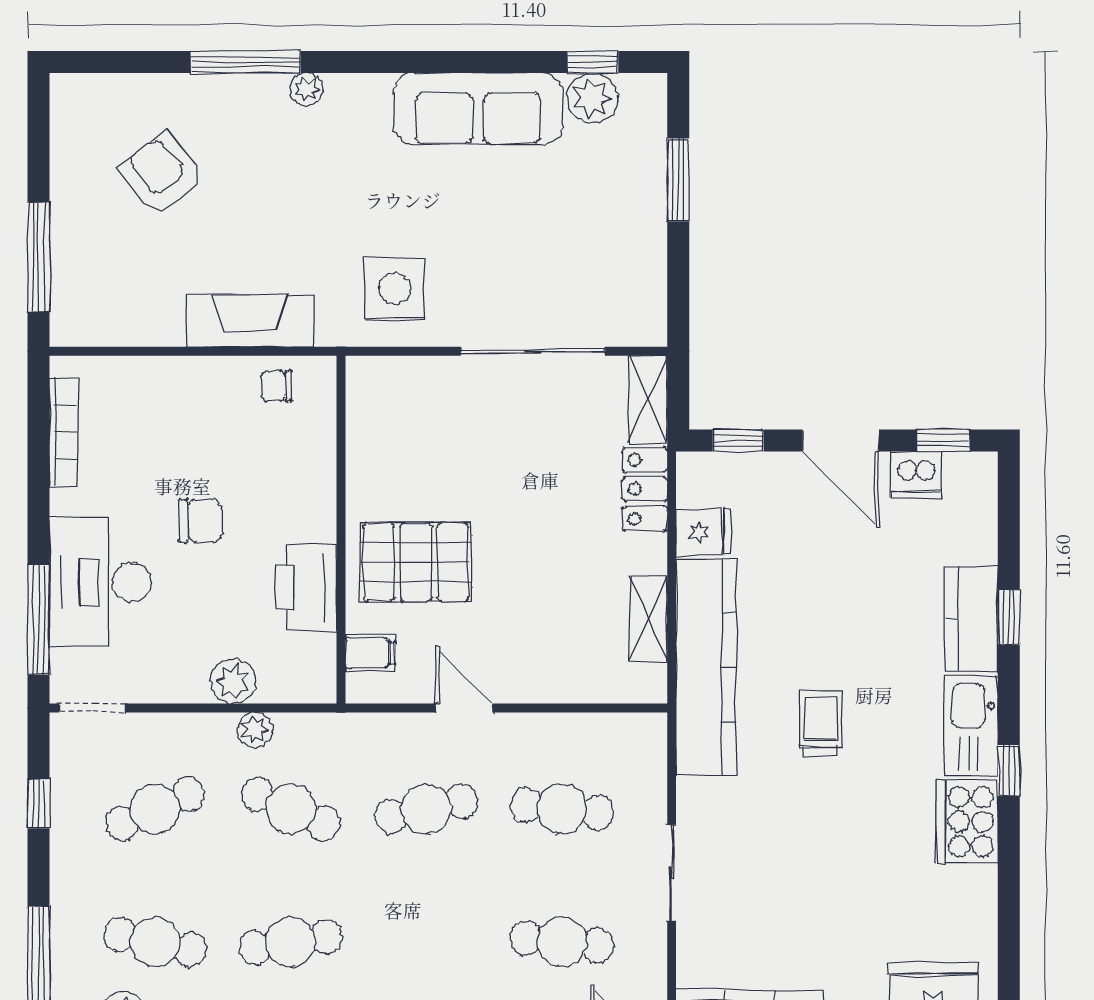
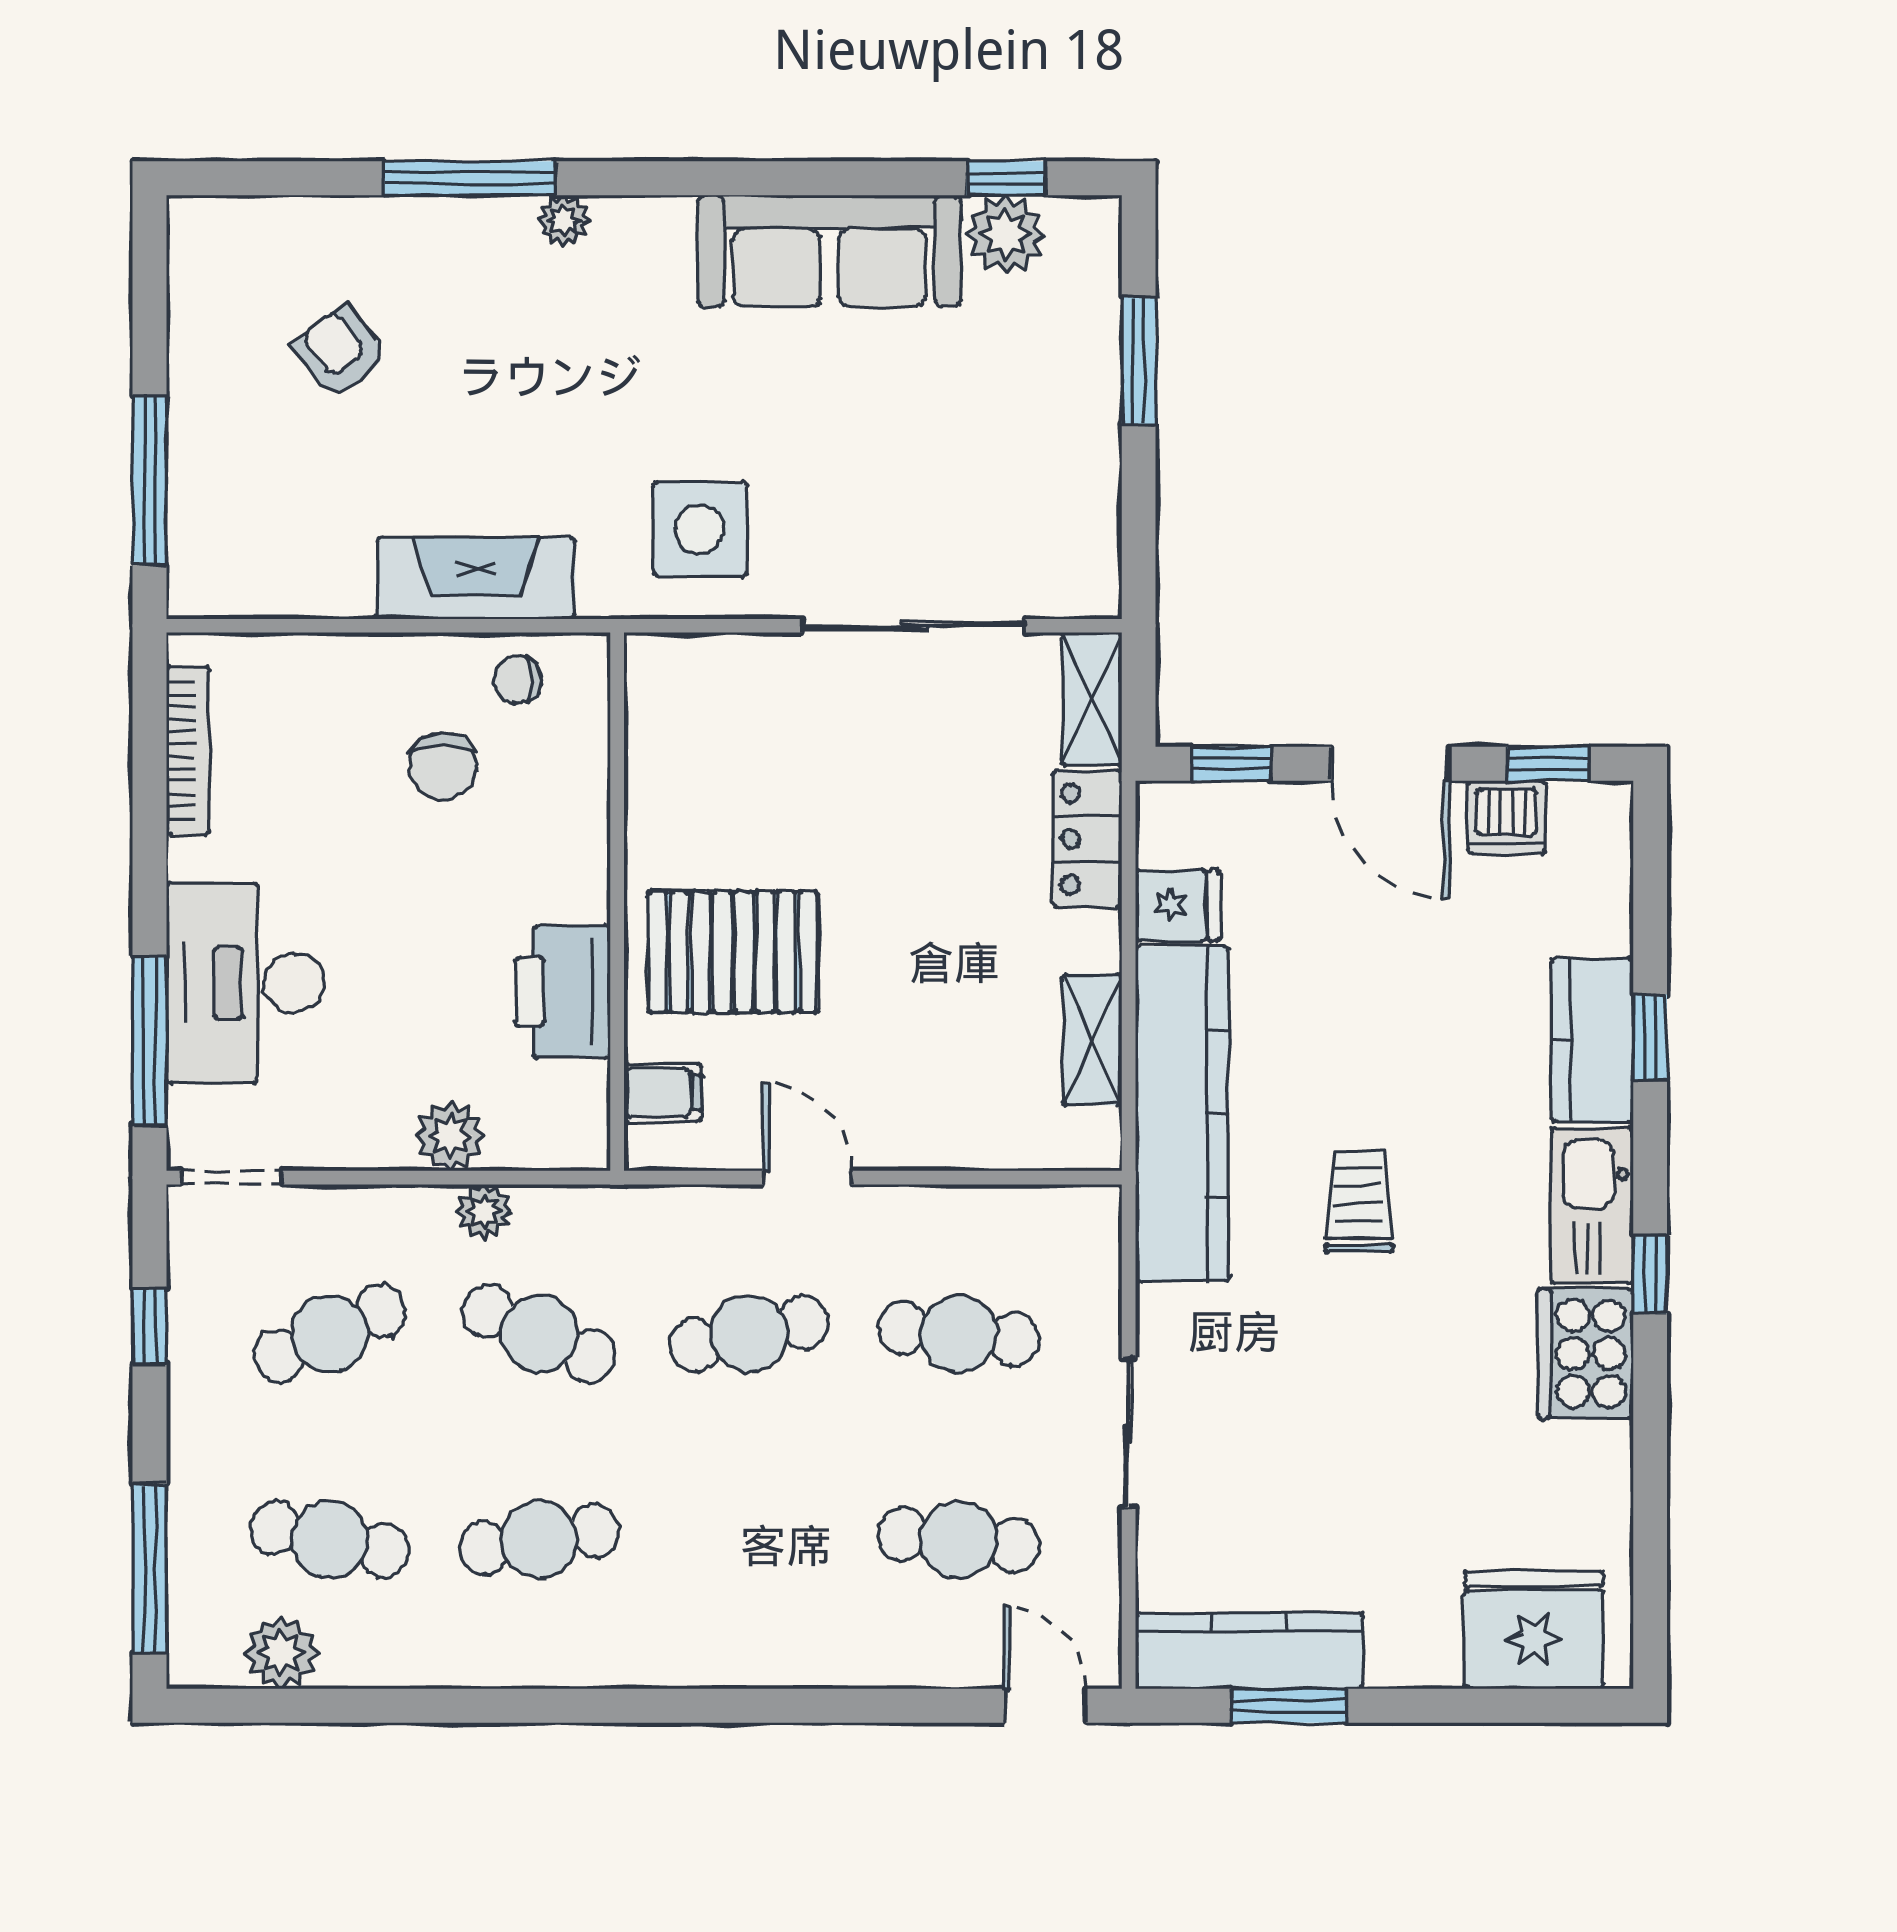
armchair: (162, 174) -> (340, 352), width x0.72, depth x0.72
chair: (200, 521) -> (443, 766), moved, turned 90

